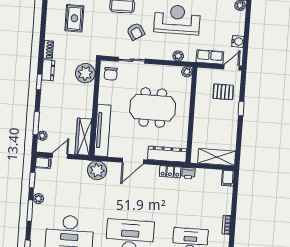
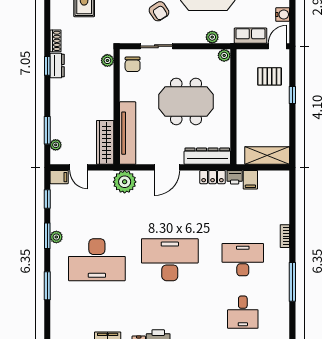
plant: (85, 73) -> (107, 60), width x0.53, depth x0.53
window: (39, 82) -> (47, 66), moved
door: (60, 156) -> (79, 167), swing flipped
filing cabinet: (228, 178) -> (250, 180), moved
plant: (38, 199) -> (56, 237), moved

